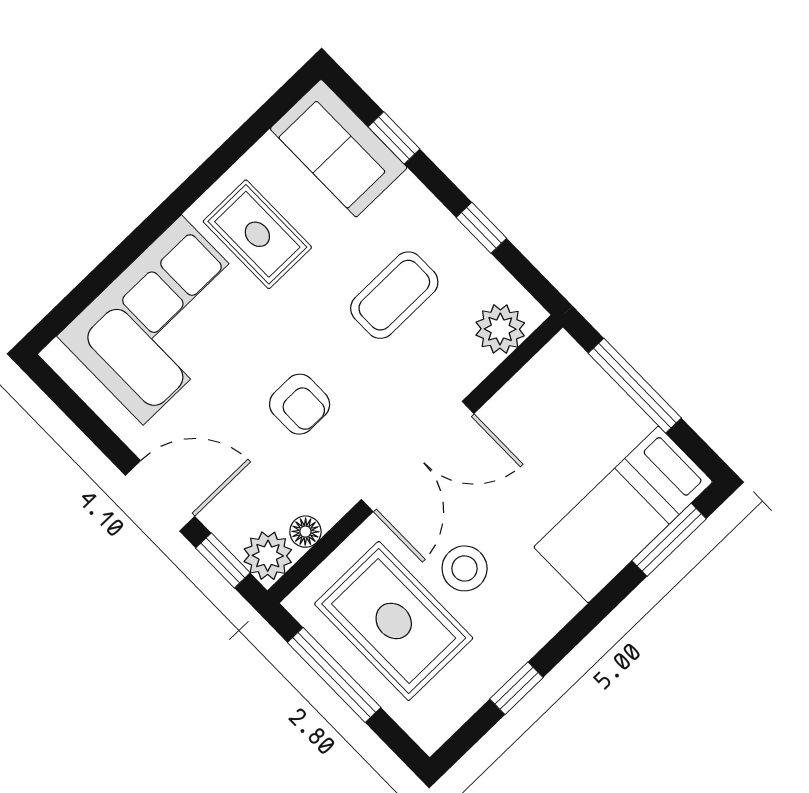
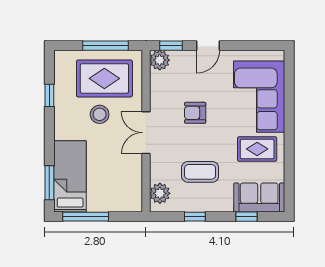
coffee table: (394, 295) -> (200, 172), turned 90
window: (635, 386) -> (86, 217), moved
double door: (418, 456) -> (146, 133), width x0.73
door: (160, 496) -> (208, 46), width x0.73
floor lamp: (305, 532) -> (156, 78), removed

